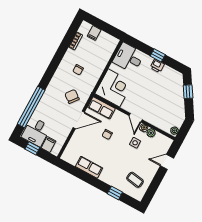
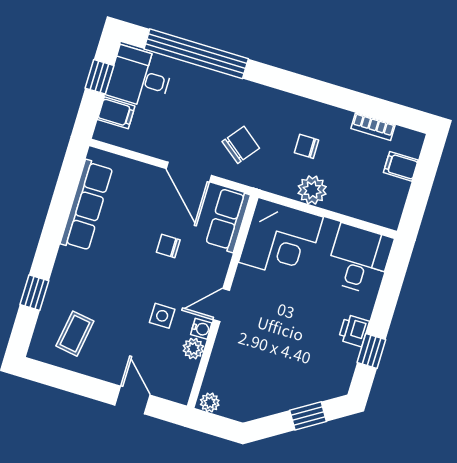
window: (158, 55) -> (371, 351), moved
plant: (96, 71) -> (312, 190), added
row of seats: (89, 167) -> (87, 205), width x1.48

